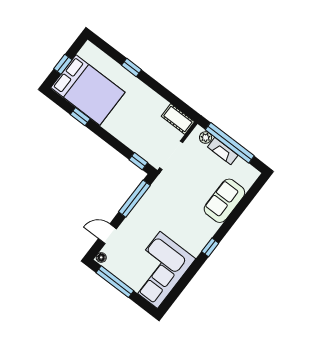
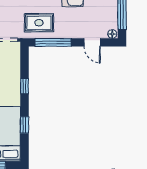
window: (138, 161) -> (25, 86), moved
rug: (162, 200) -> (39, 23), added

